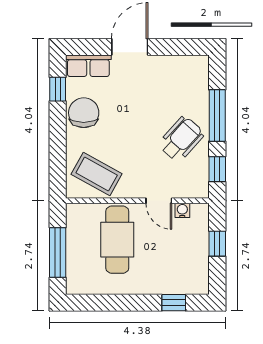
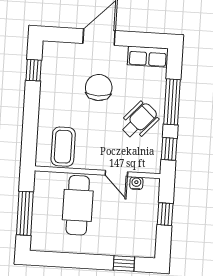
row of seats: (88, 66) -> (148, 57), moved
chair: (84, 113) -> (99, 88), moved
coffee table: (97, 174) -> (63, 147), turned 61

